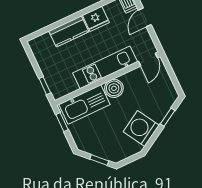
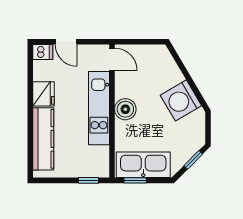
kitchen counter: (69, 31) -> (43, 139), width x1.50
kitchen sink: (84, 104) -> (143, 165), moved, turned -90
window: (168, 117) -> (182, 67), removed

